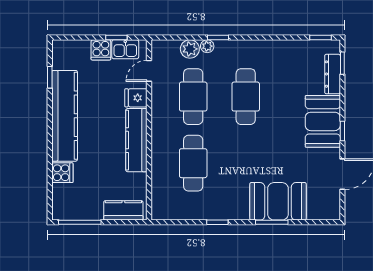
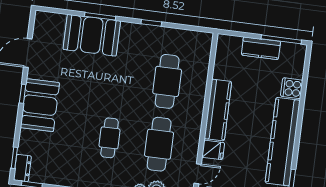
dresser: (333, 74) -> (22, 168), moved, width x0.70
cafe table: (246, 97) -> (110, 138), width x0.73, depth x0.74
kitchen counter: (123, 210) -> (261, 48), moved

